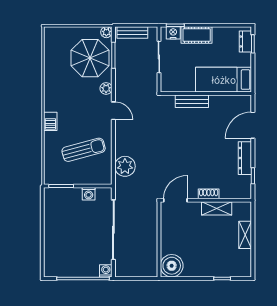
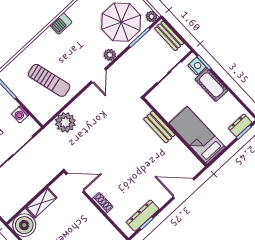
barbecue: (50, 121) -> (61, 23), moved
dresser: (245, 158) -> (143, 216), moved
shelving: (217, 208) -> (41, 203), moved, turned 90

